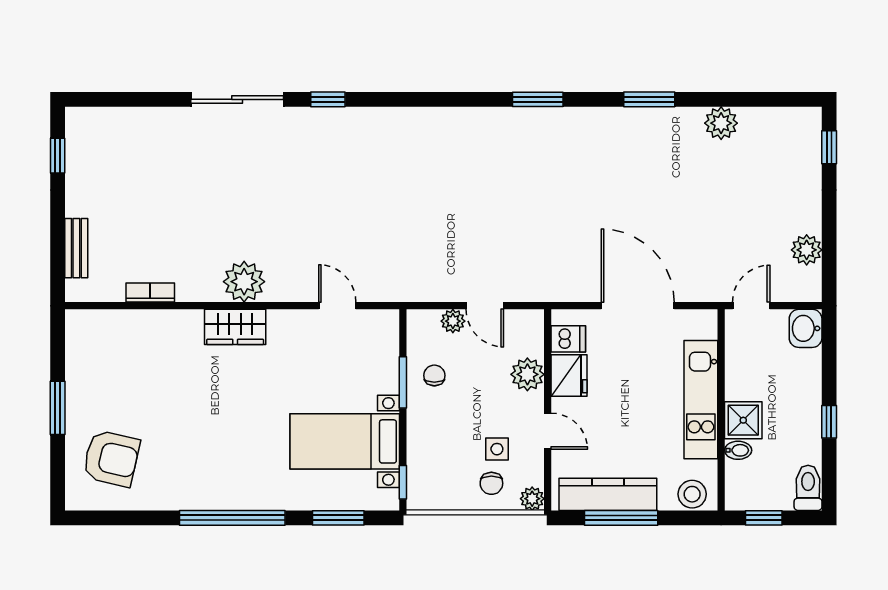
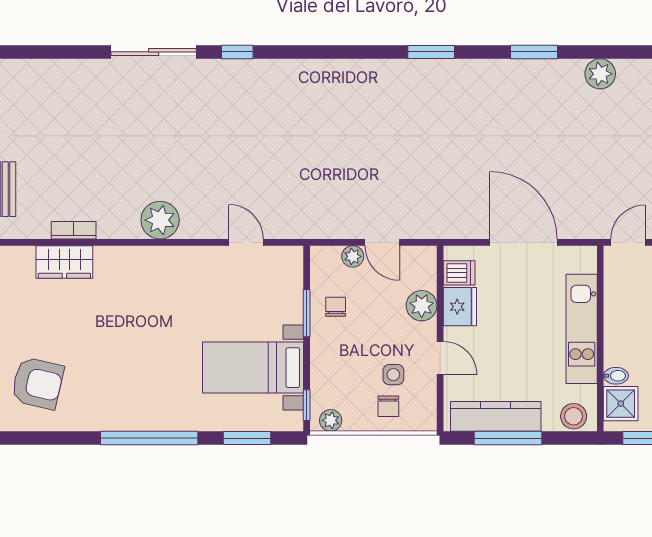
wardrobe: (235, 327) -> (64, 262), moved
shower: (743, 420) -> (621, 404), moved
plant: (532, 499) -> (331, 420), moved

